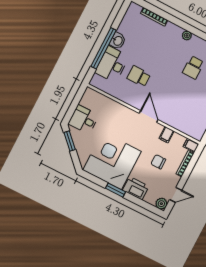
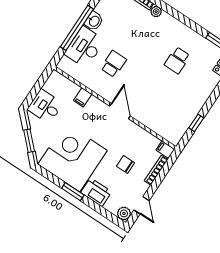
plant: (187, 35) -> (156, 12), moved
school desk: (139, 76) -> (114, 64), turned 90
filing cabinet: (167, 135) -> (83, 97), moved
window: (70, 141) -> (29, 141), moved
door: (176, 195) -> (141, 205), hinge flipped

